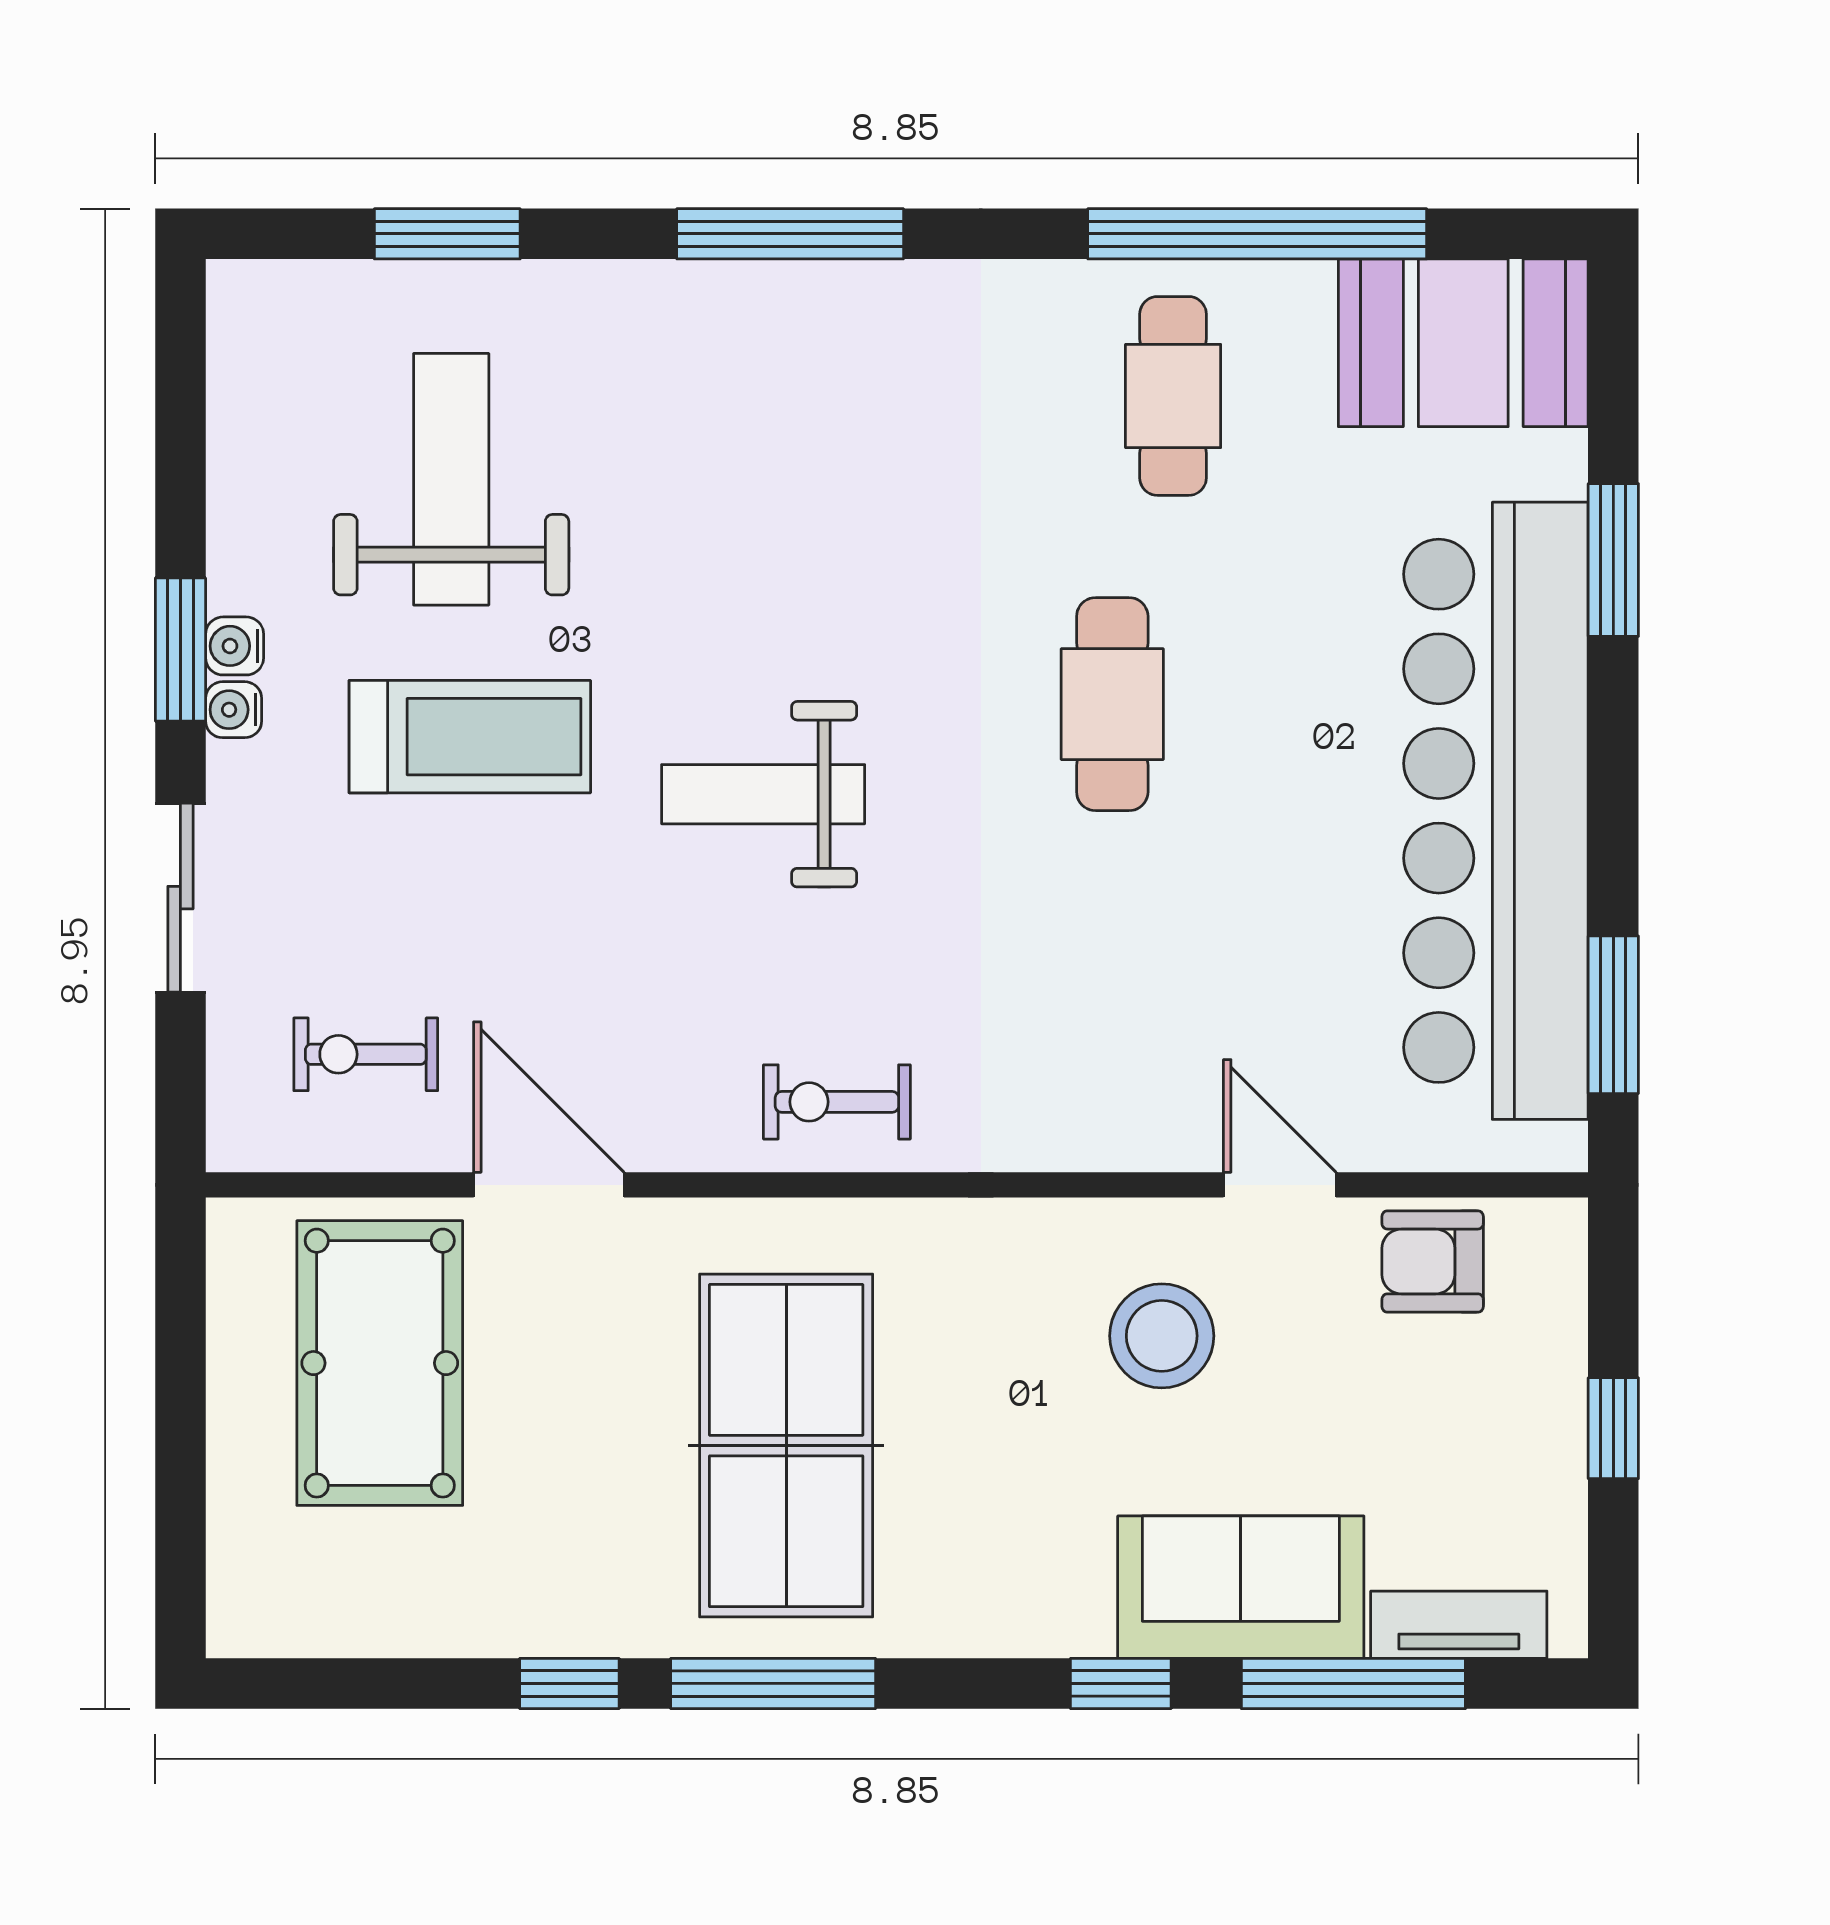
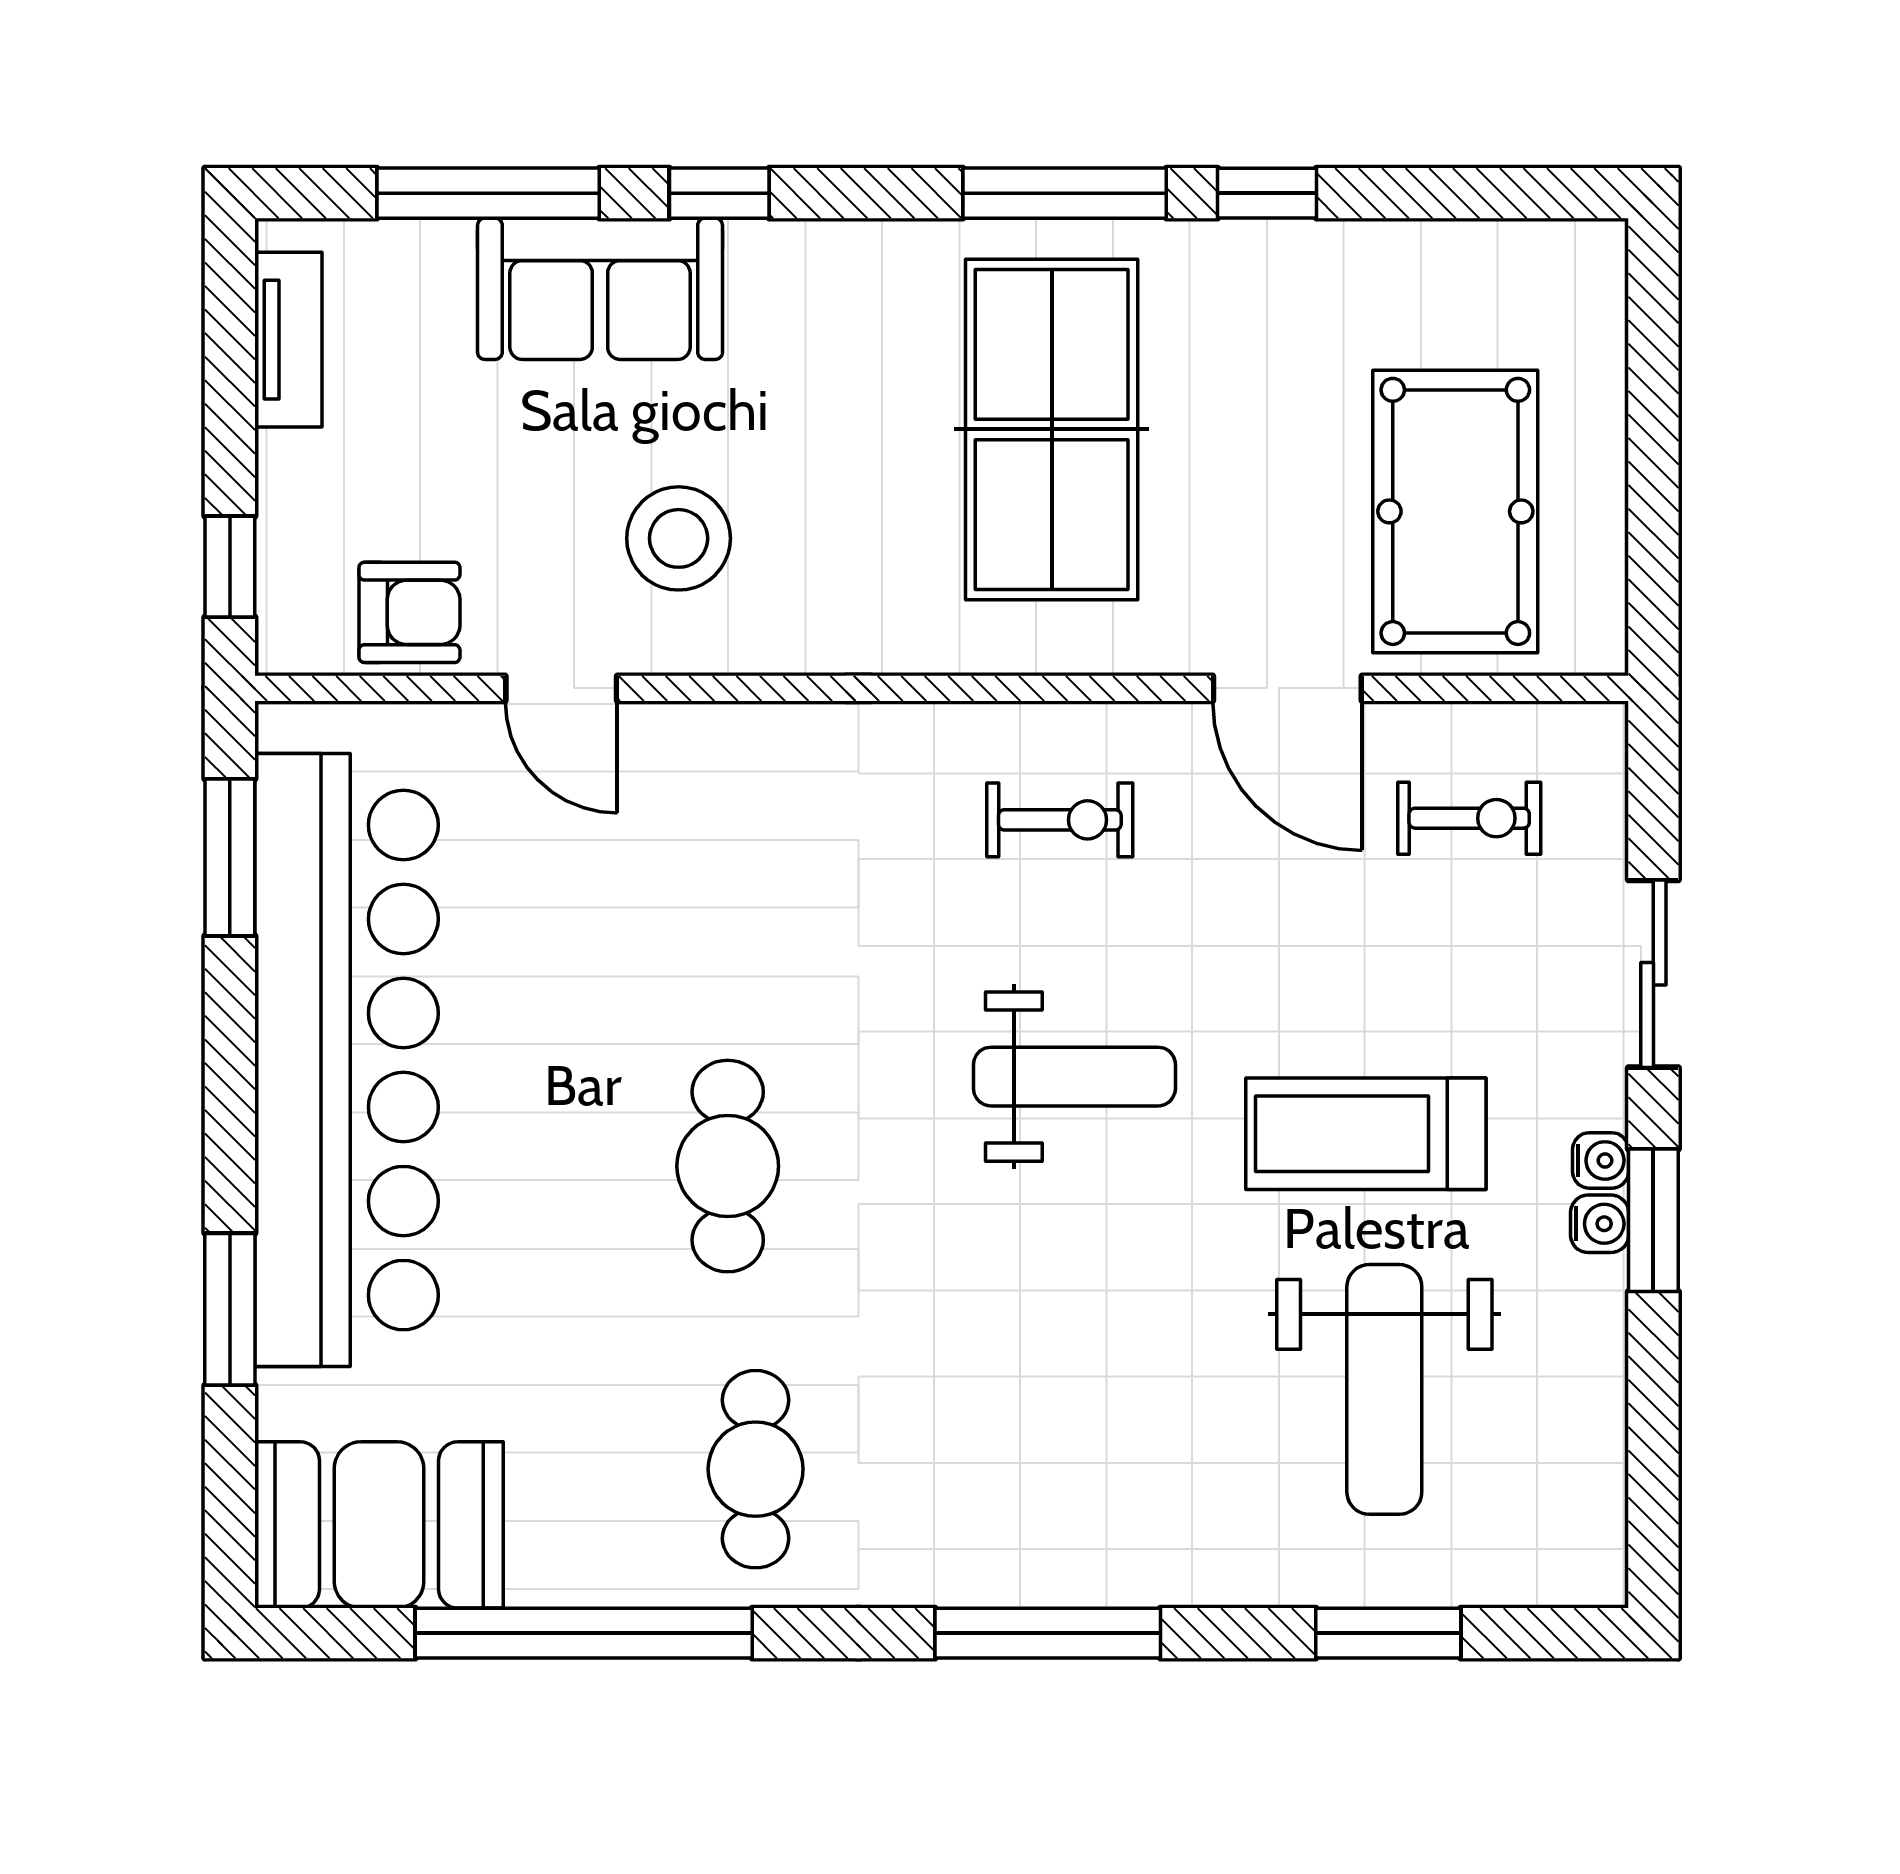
cafe table: (1173, 396) -> (756, 1469), moved
exercise bike: (837, 1102) -> (1060, 820), moved
window: (1613, 1428) -> (230, 567), moved
tv unit: (1459, 1625) -> (288, 340), moved, turned -90

